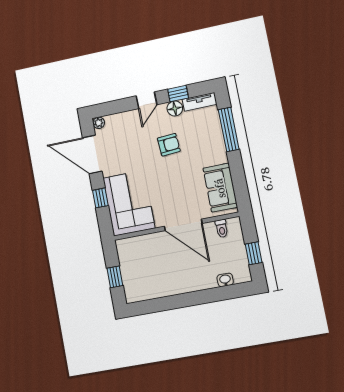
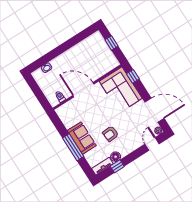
door: (146, 100) -> (152, 144), moved
window: (229, 129) -> (73, 147), moved
sofa: (220, 188) -> (82, 138), moved
window: (100, 198) -> (133, 76), moved
window: (254, 253) -> (36, 90), removed

